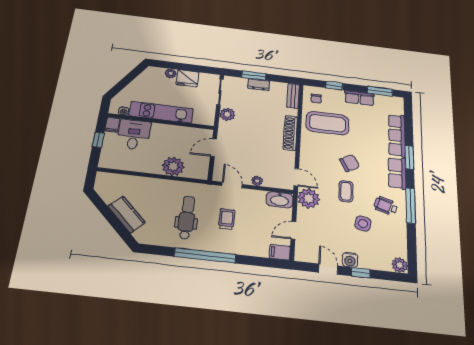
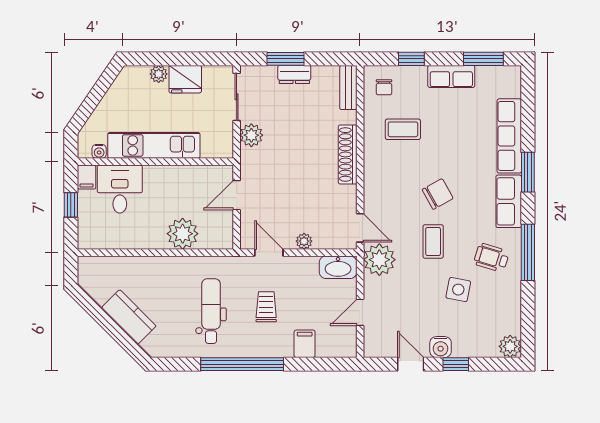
coffee table: (327, 123) -> (403, 129), width x0.54, depth x0.58
filing cabinet: (280, 252) -> (305, 344), moved, turned 90

